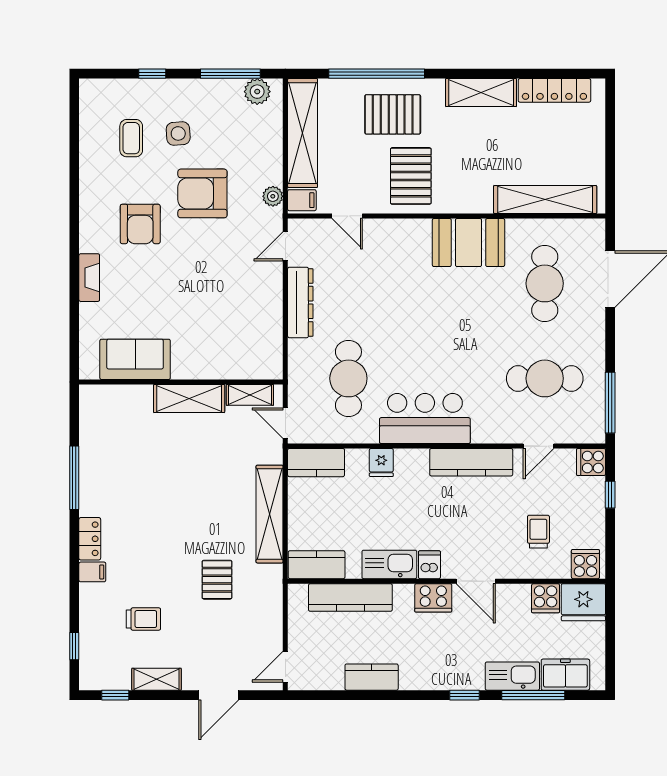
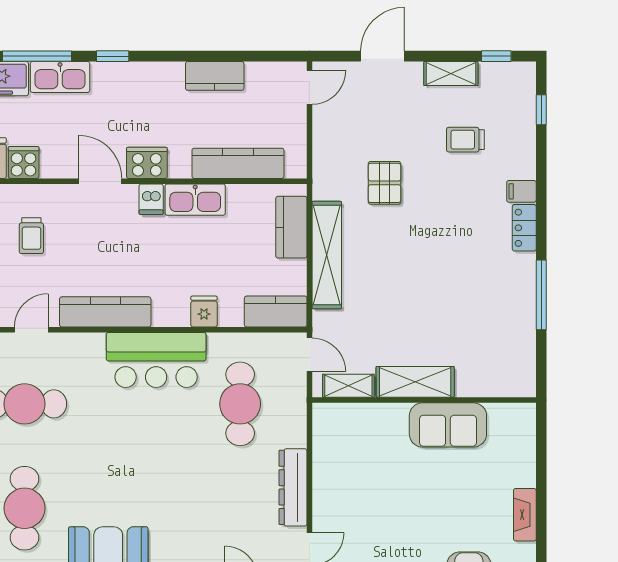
sofa: (135, 359) -> (448, 425), moved
kitchen counter: (317, 565) -> (291, 227), moved, turned 90

